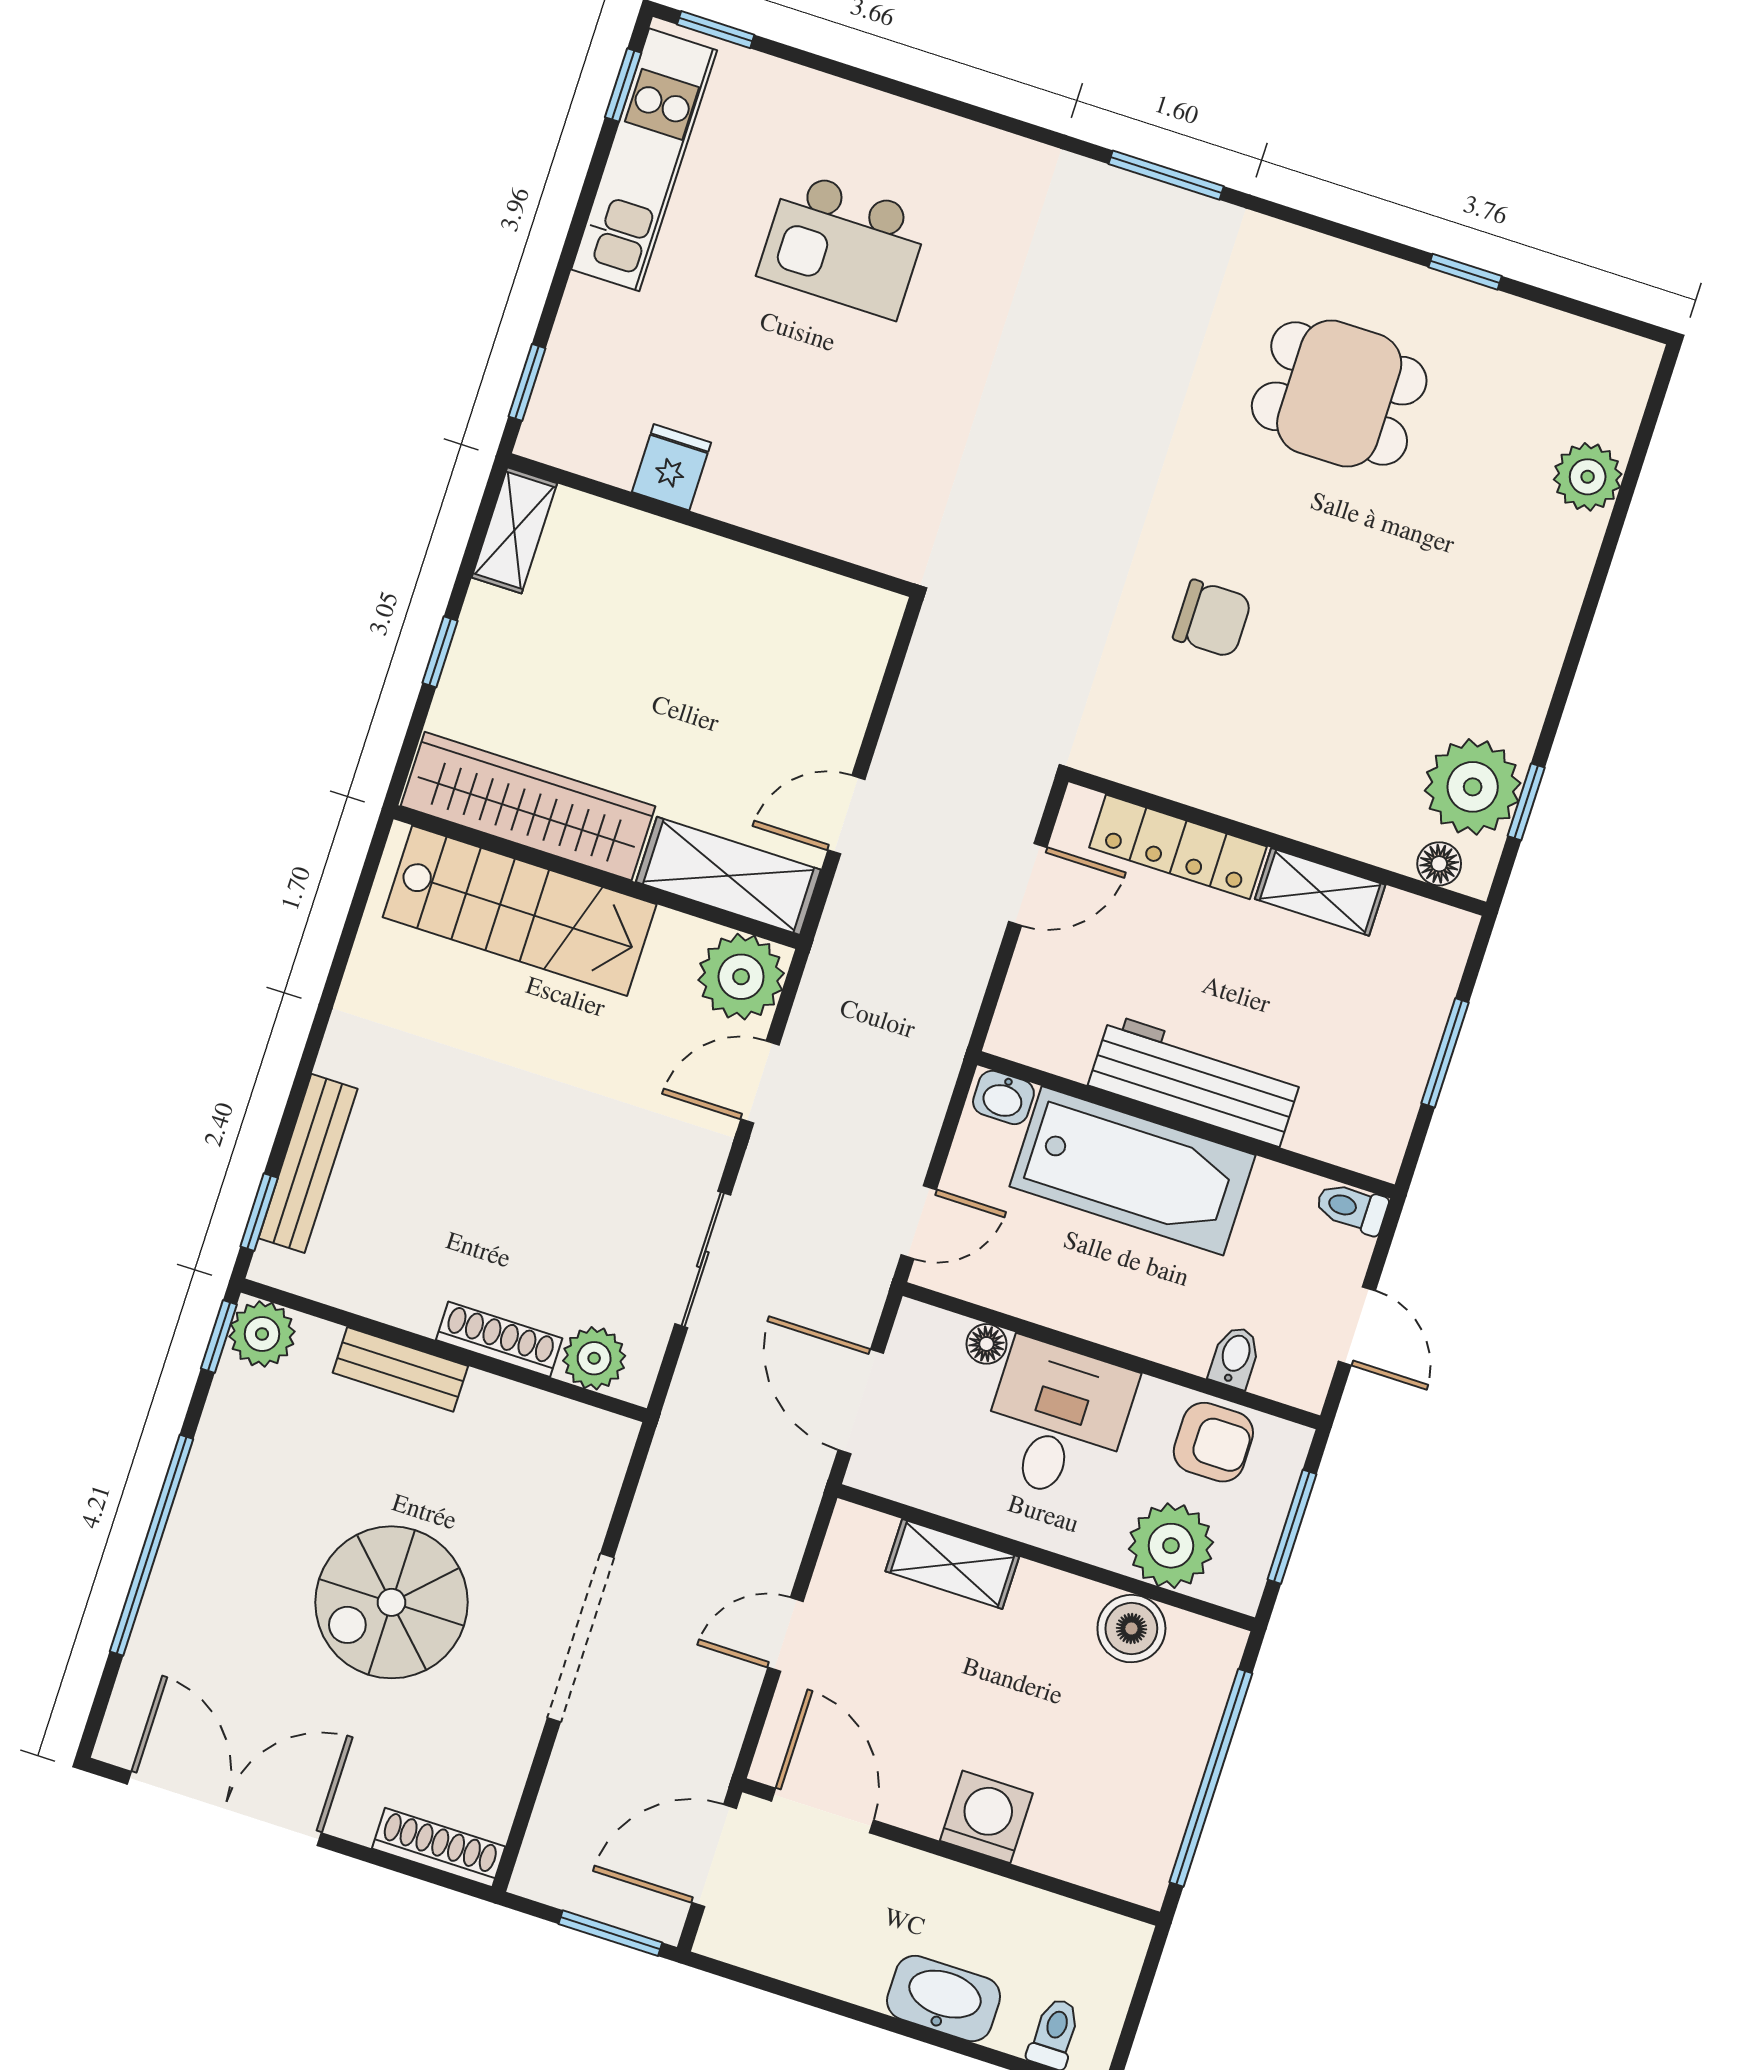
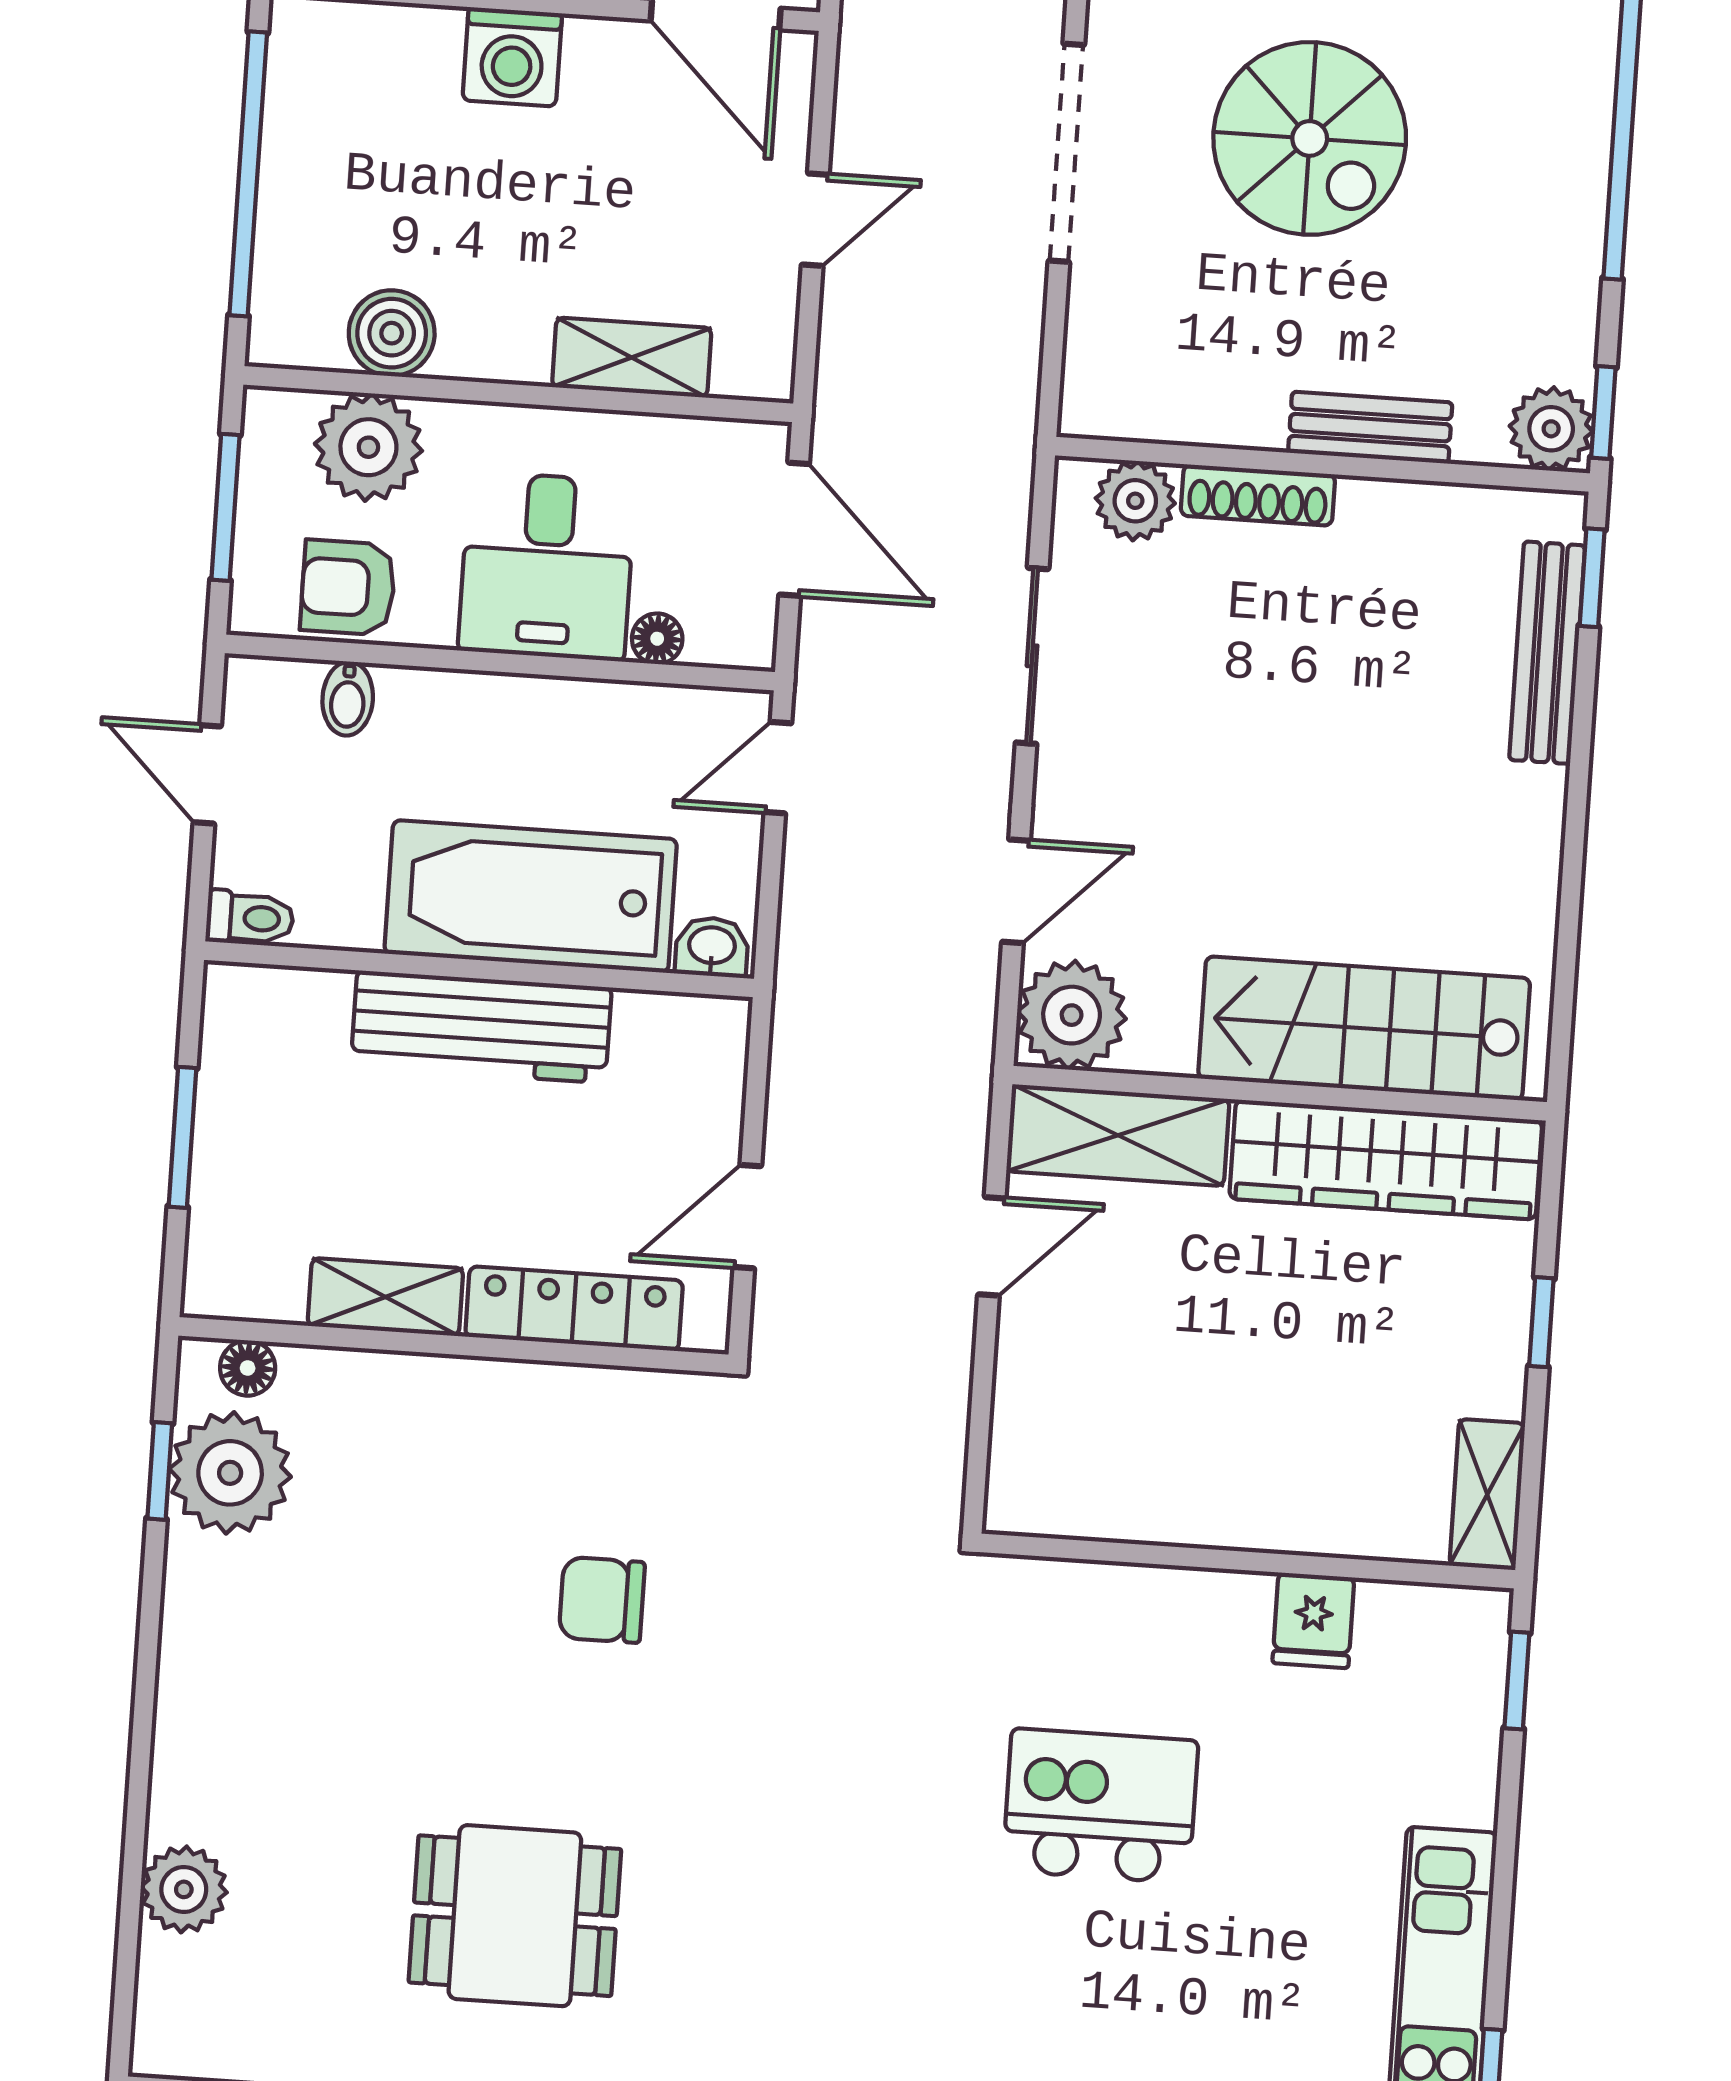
kitchen island: (843, 245) -> (1100, 1806), moved
spiral stairs: (391, 1602) -> (1310, 138), turned 90

